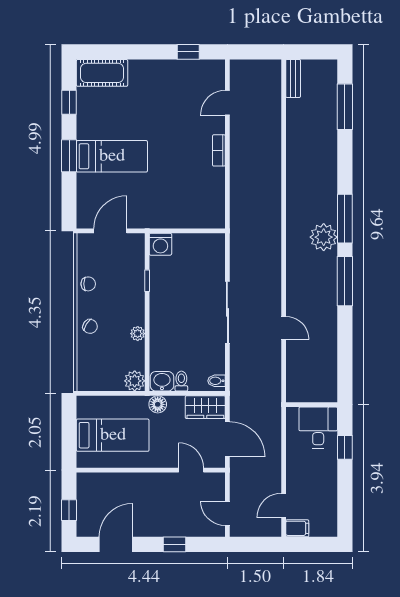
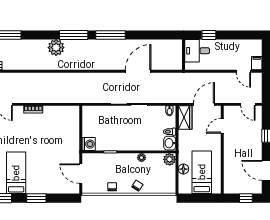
bed: (112, 156) -> (16, 173), moved
plant: (324, 237) -> (56, 48), moved
door: (284, 328) -> (138, 71), width x1.87
floor lamp: (158, 404) -> (183, 169), moved
door: (227, 513) -> (248, 104), hinge flipped

